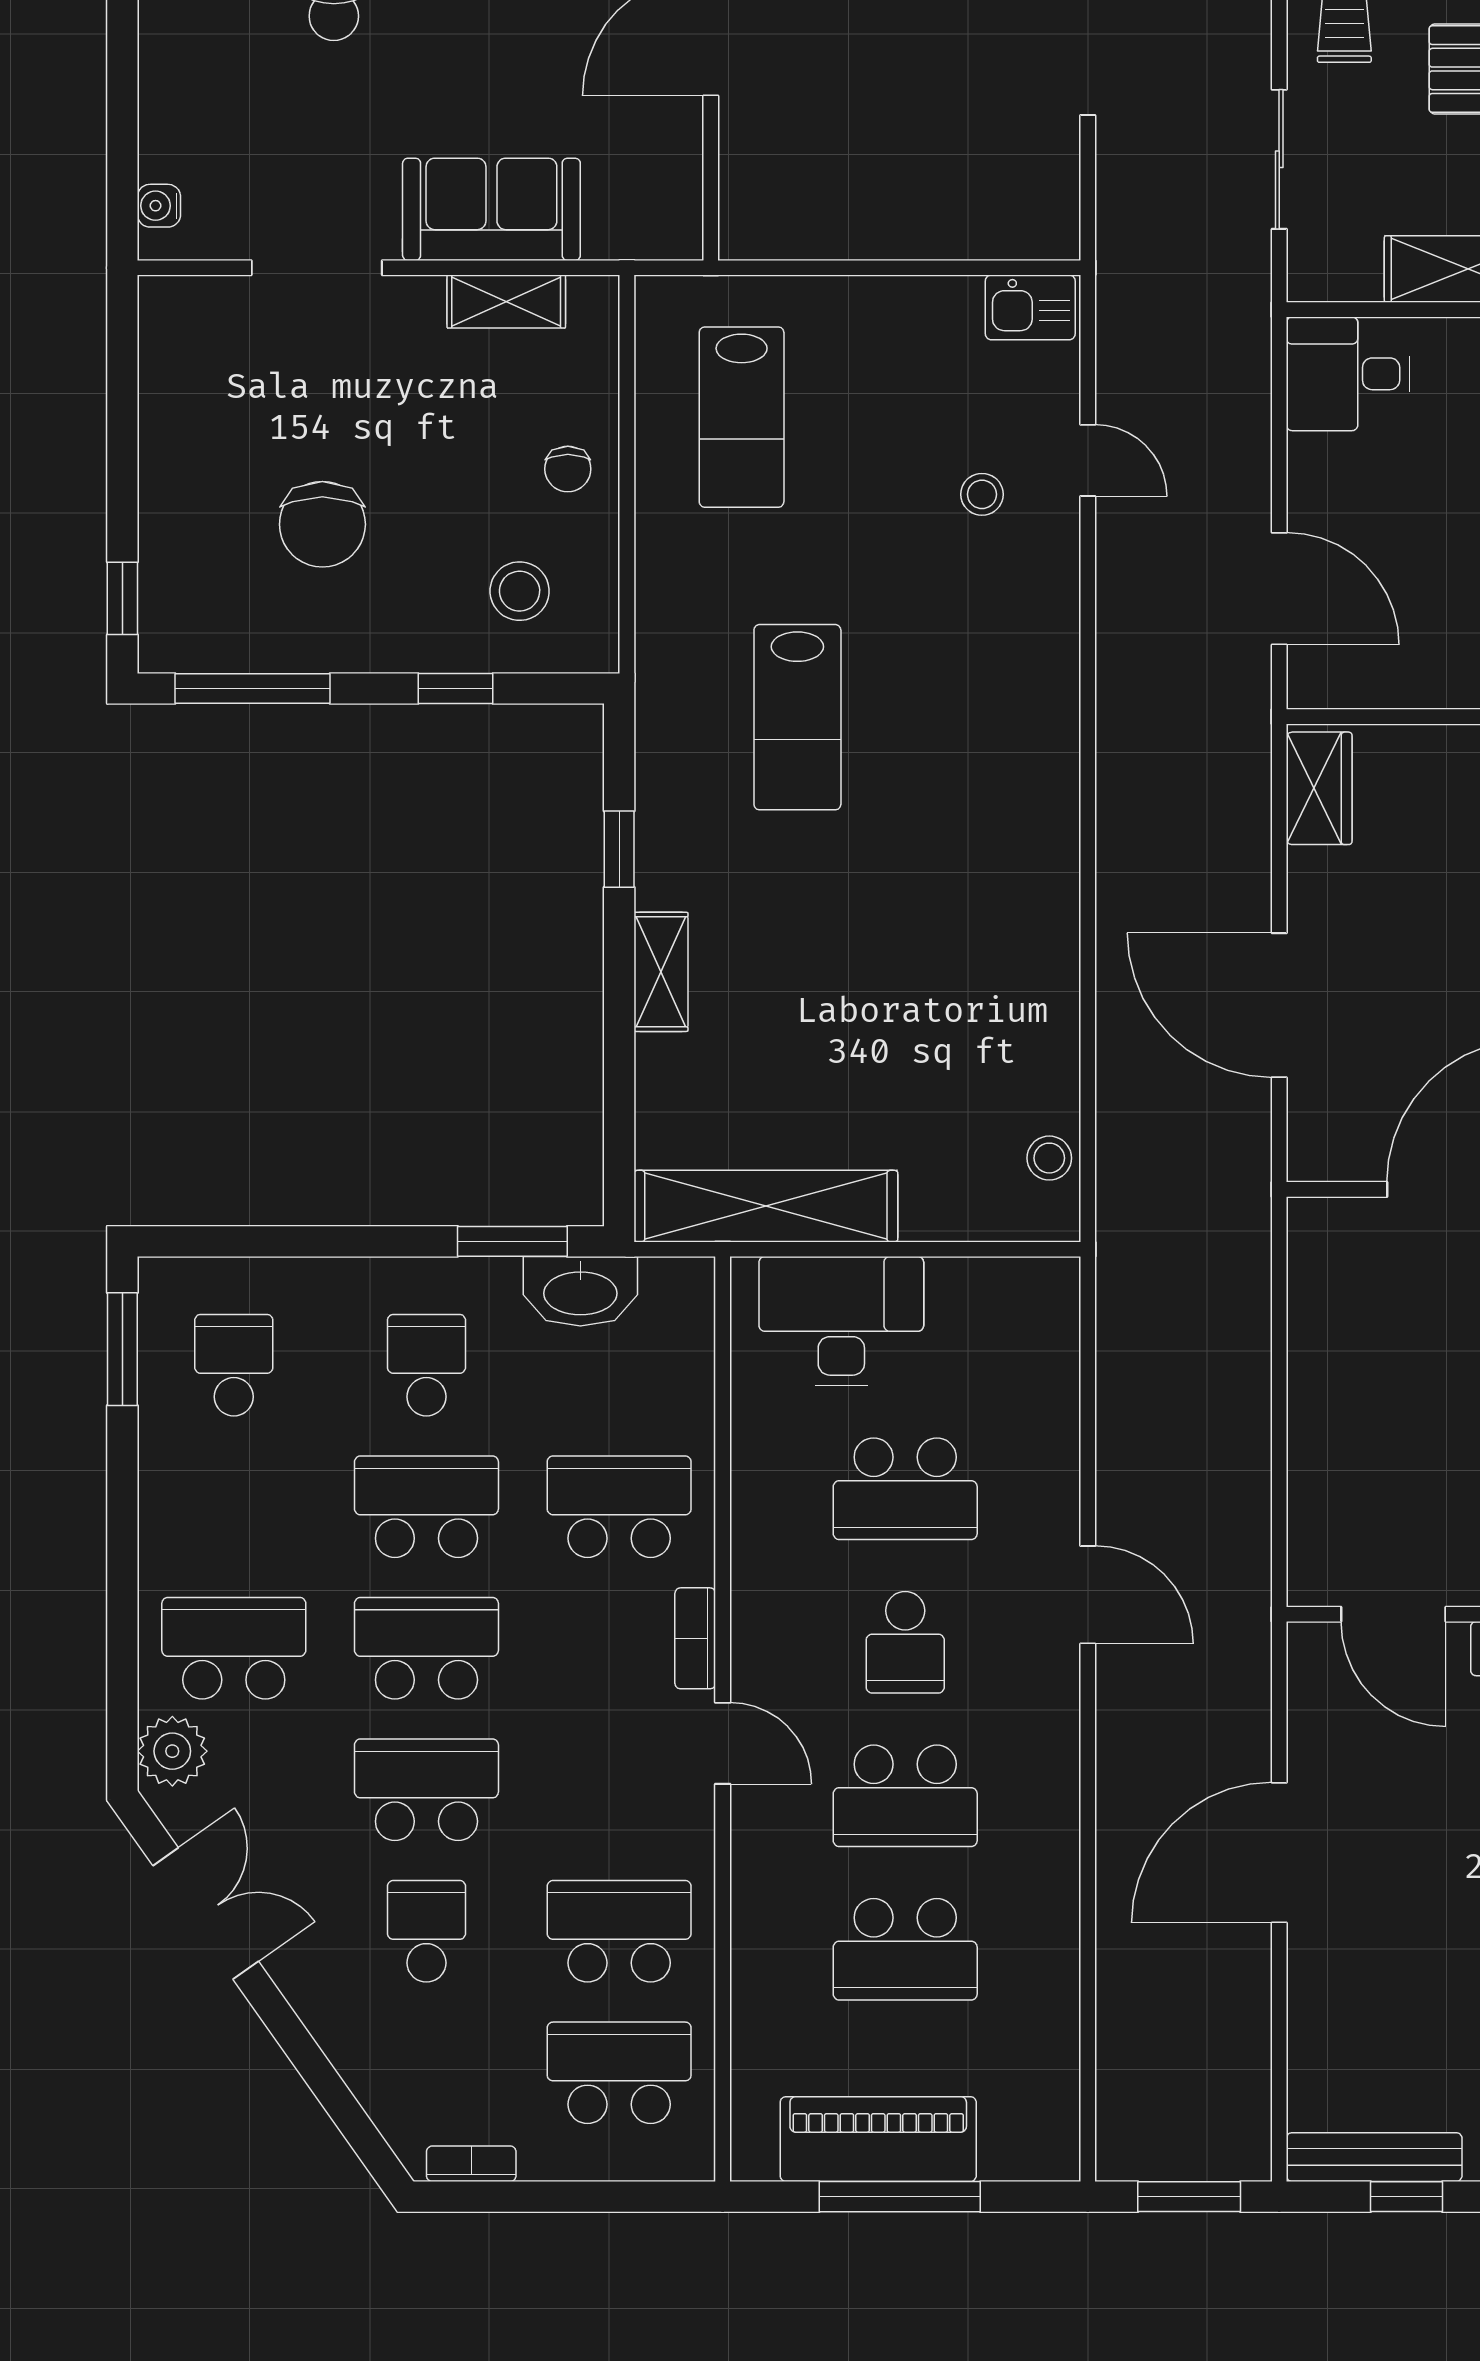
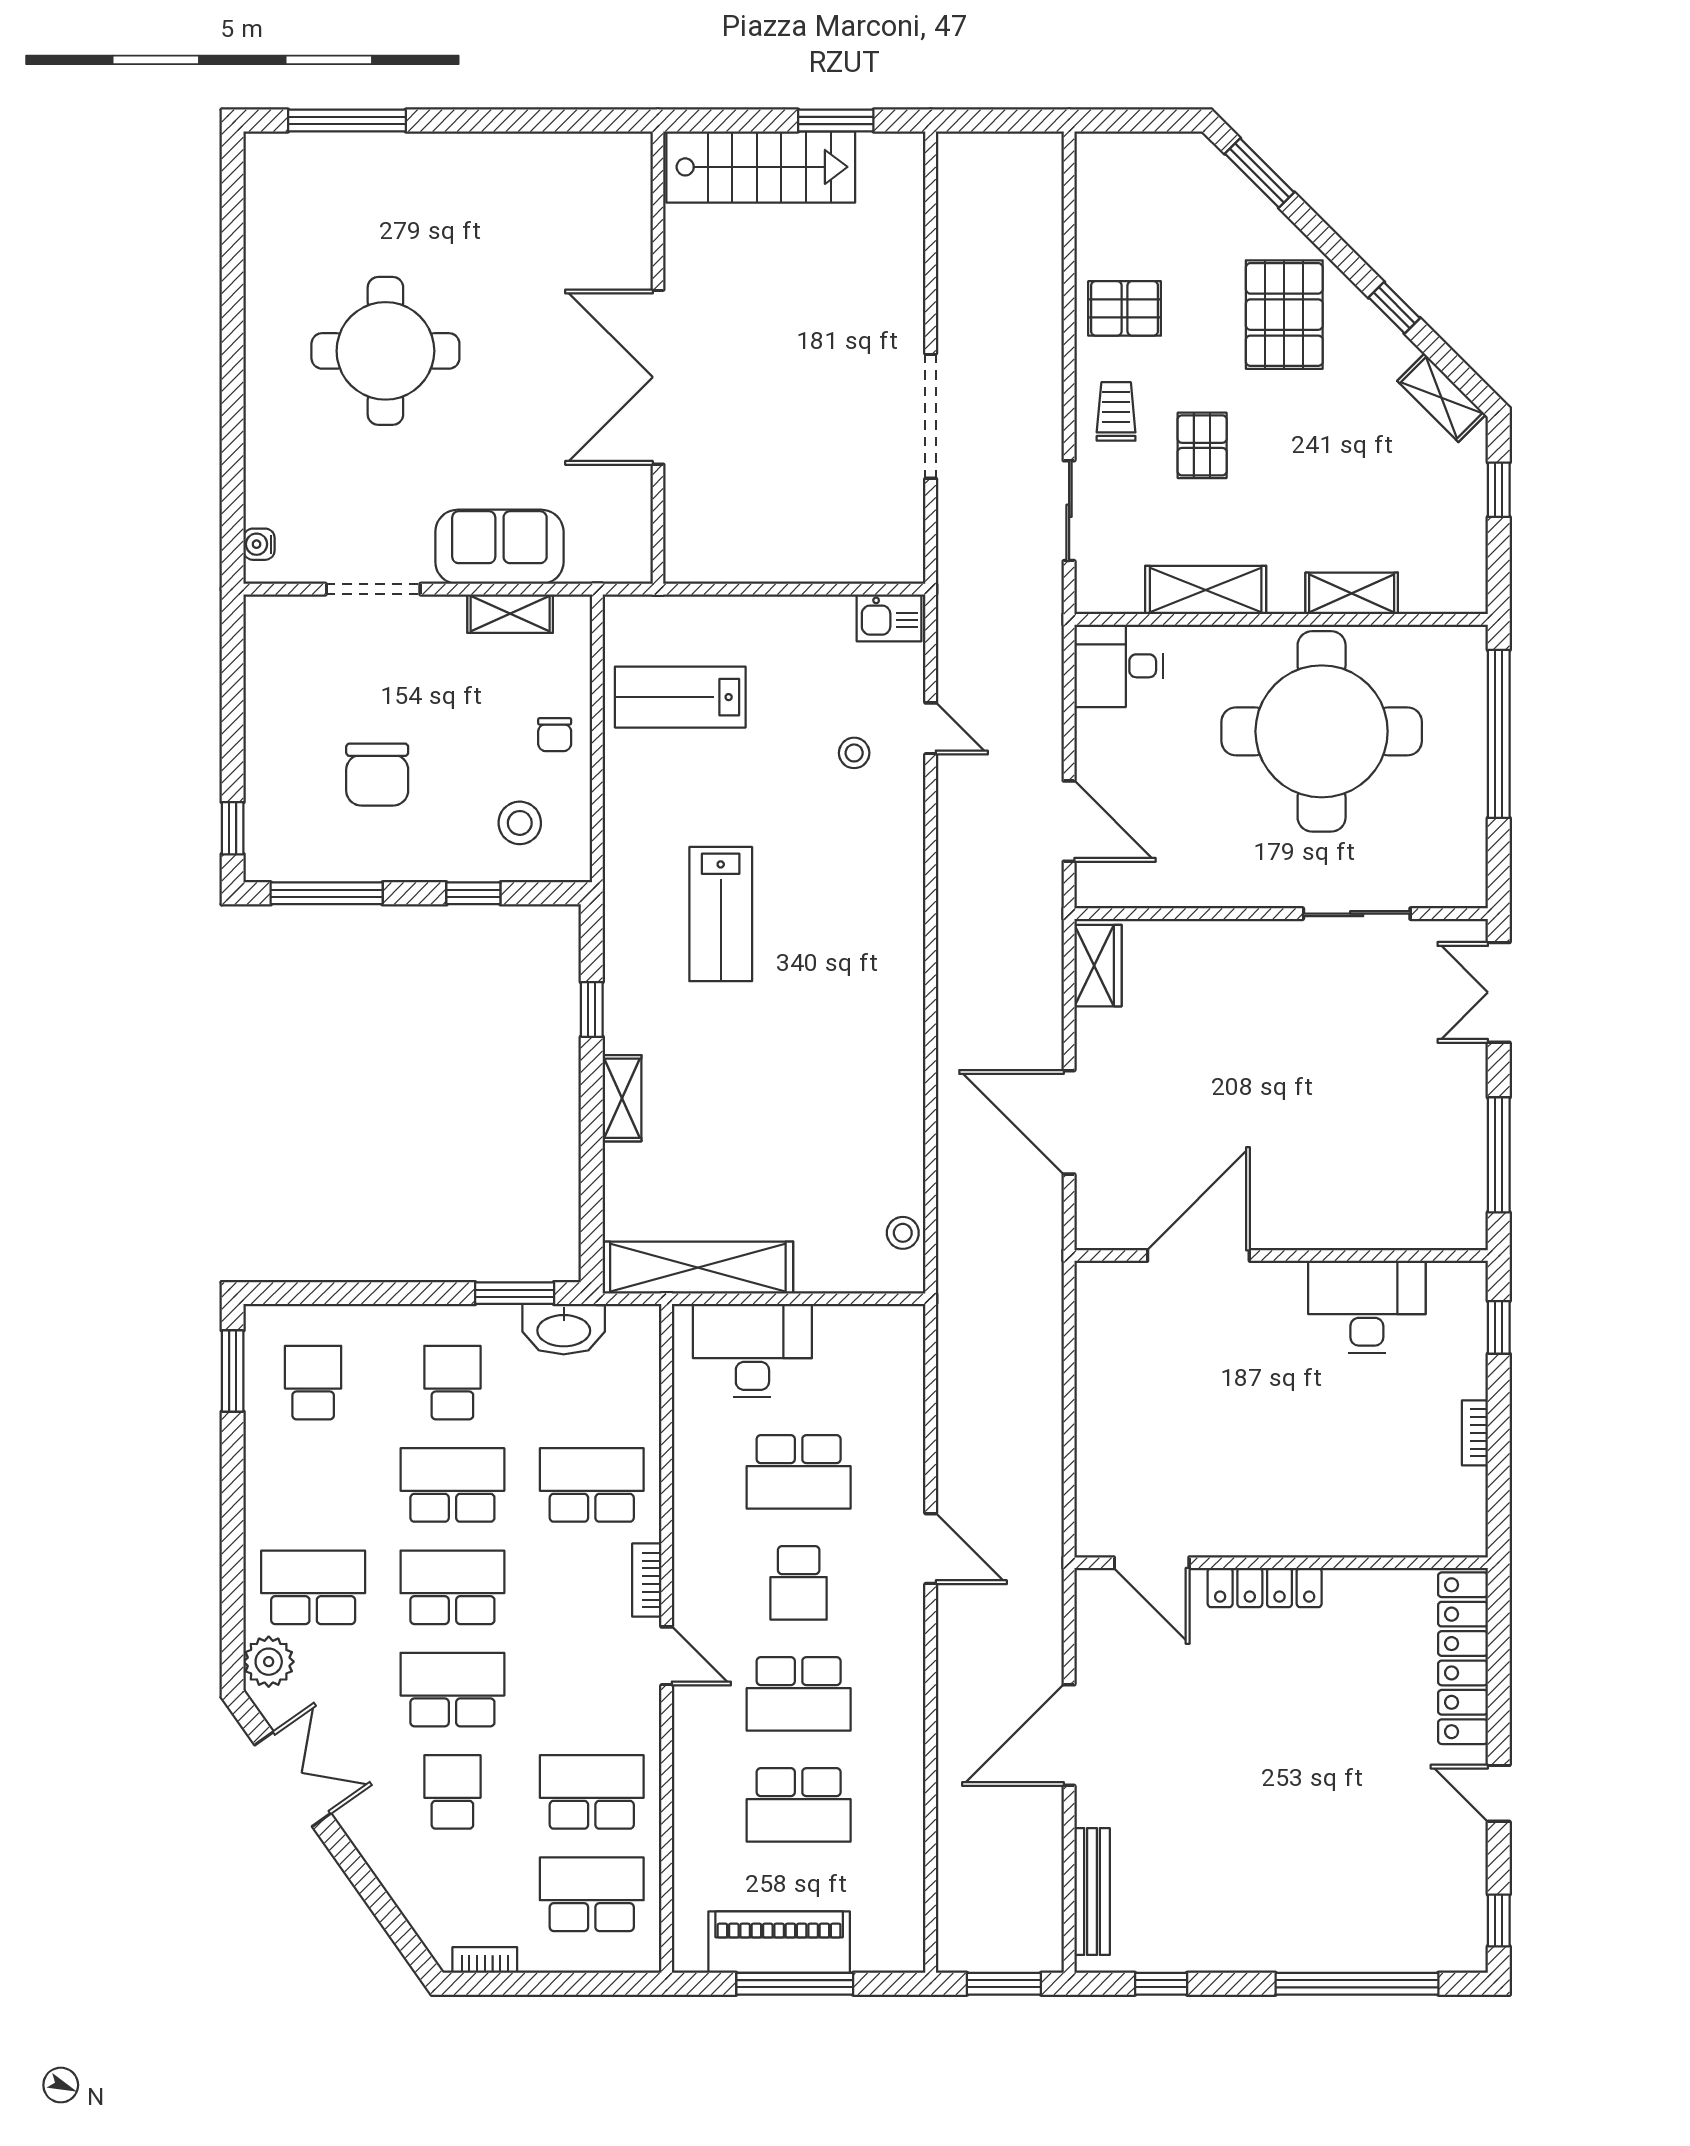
lab bench: (742, 417) -> (680, 697), turned 90
bench: (1374, 2157) -> (1092, 1892), moved, turned 90

